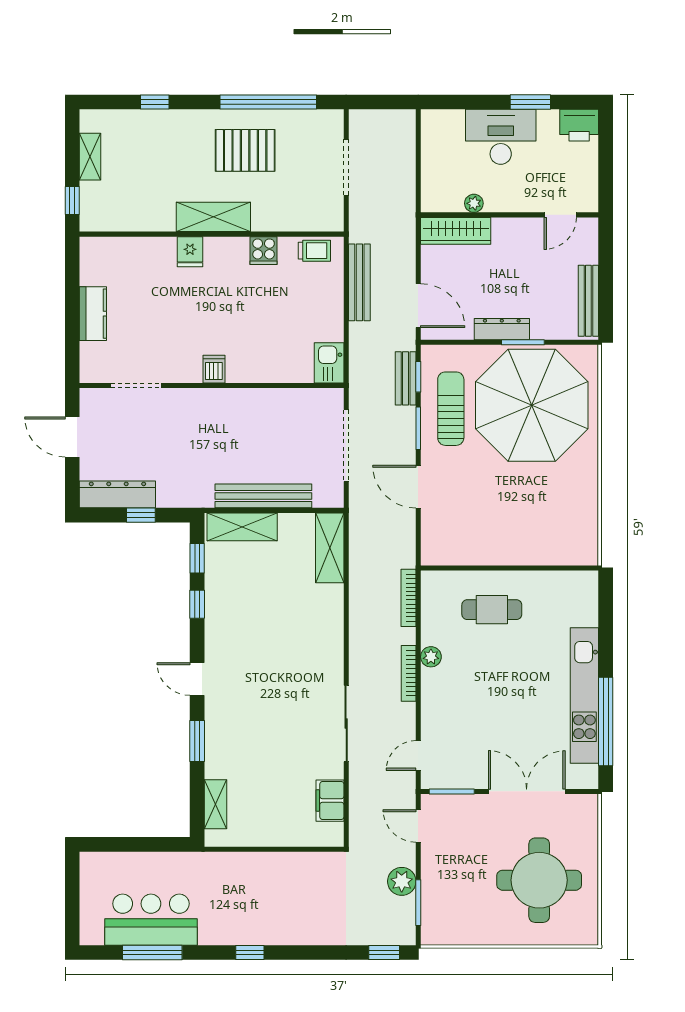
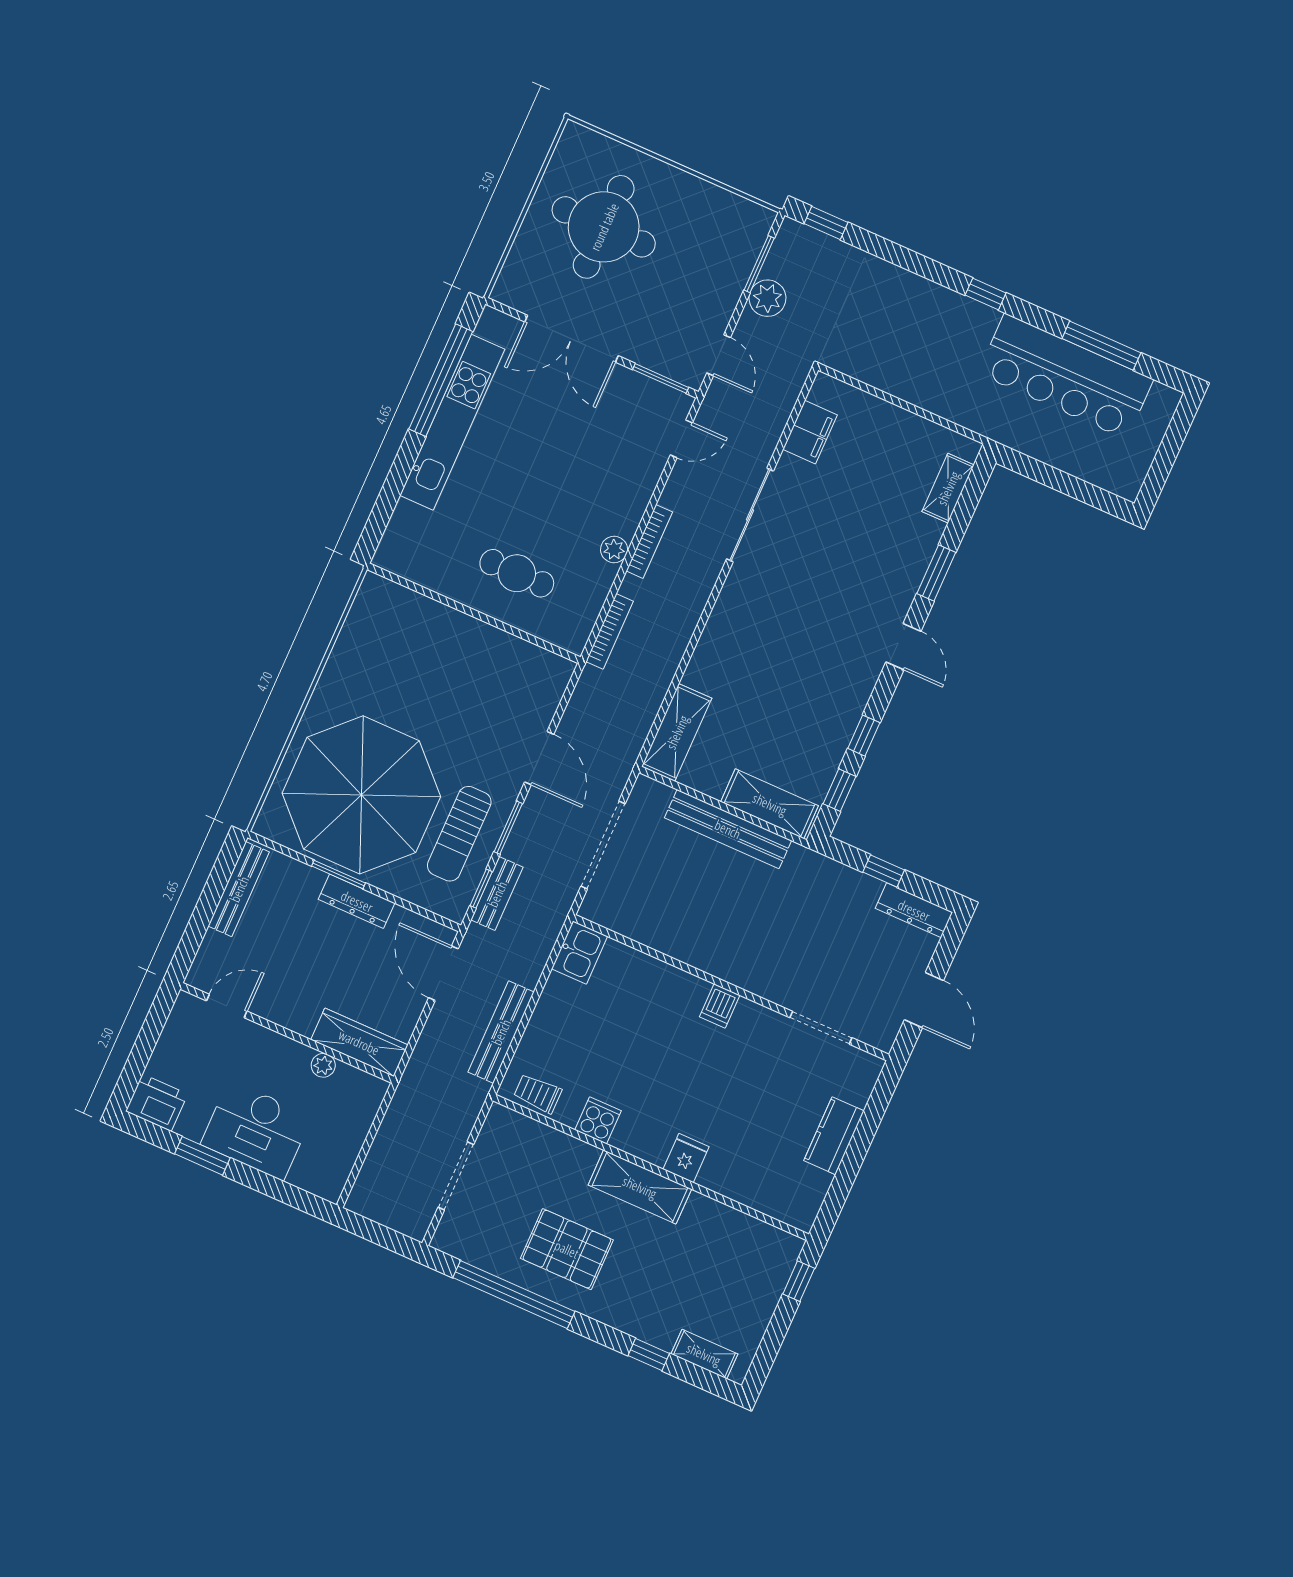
shelving: (90, 157) -> (704, 1354), moved, turned 90
dresser: (117, 494) -> (914, 910), width x0.73, depth x0.80
bar counter: (151, 920) -> (1066, 376), width x1.36

